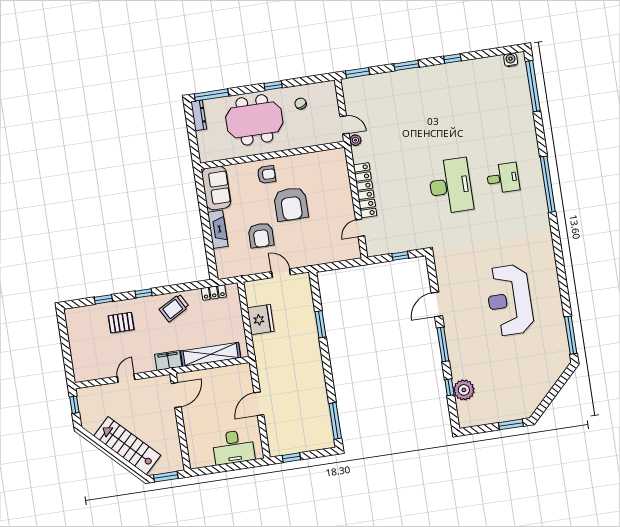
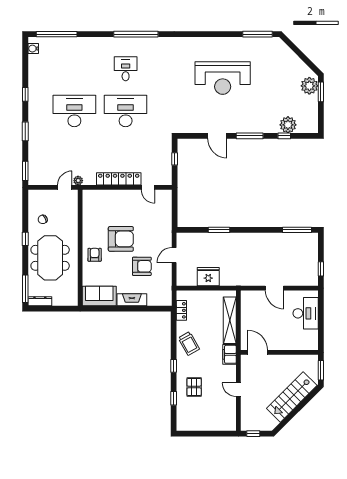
desk: (441, 122) -> (74, 111), added
plant: (516, 409) -> (309, 86), added

